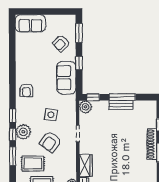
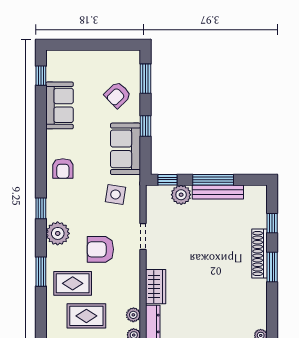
sofa: (30, 23) -> (60, 105), moved, turned -90
bench: (121, 105) -> (218, 192), width x1.36
plant: (85, 107) -> (181, 195), moved
side table: (51, 115) -> (115, 194), moved
window: (13, 134) -> (41, 76), moved
armchair: (50, 142) -> (100, 249), turned 54

